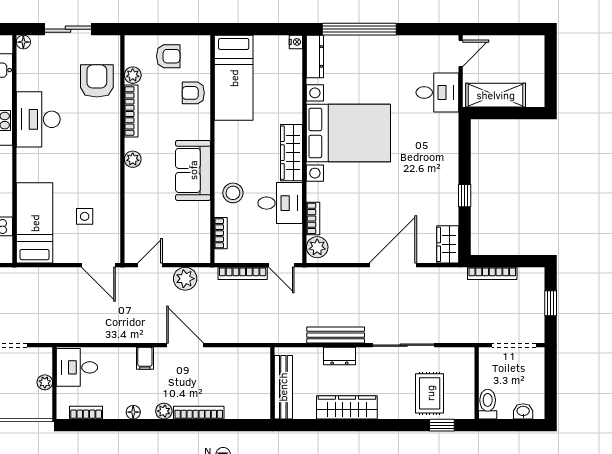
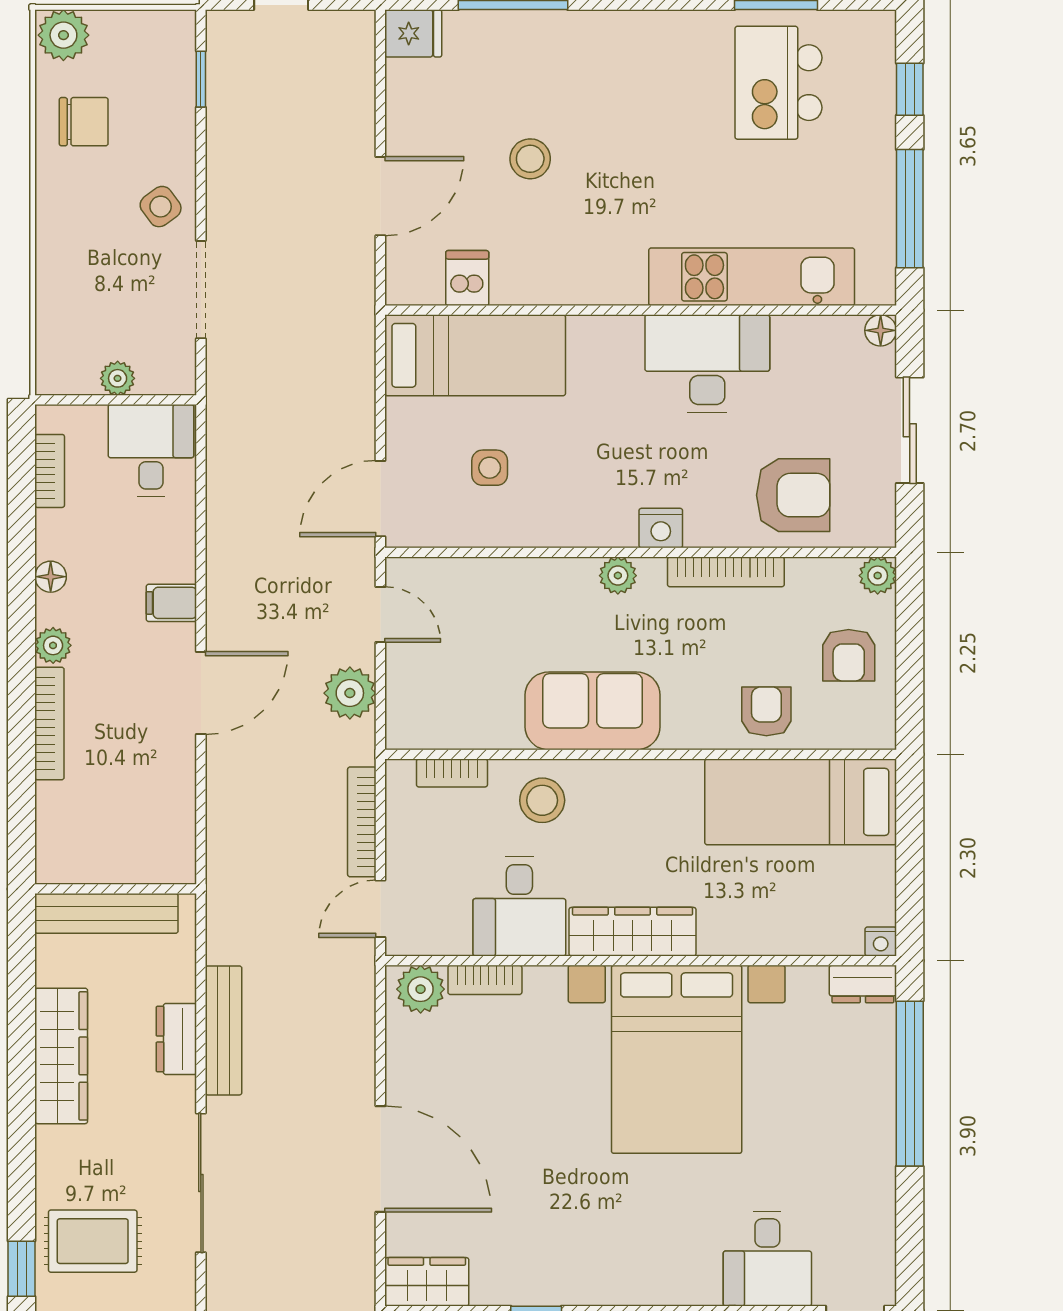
dresser: (315, 56) -> (863, 984), width x0.70
plant: (133, 75) -> (878, 576), moved
nightstand: (112, 140) -> (661, 528), added

